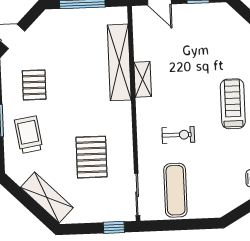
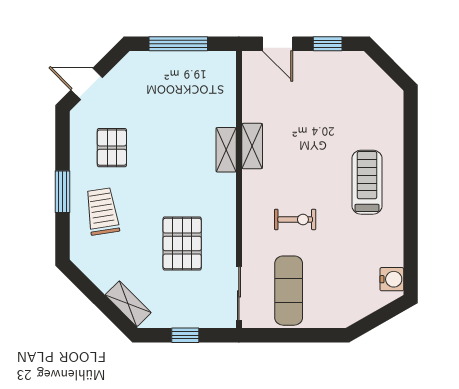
shelving: (119, 62) -> (226, 150), width x0.45, depth x0.75
shelving: (47, 198) -> (128, 304), width x0.67, depth x0.75
window: (114, 227) -> (185, 335), moved

